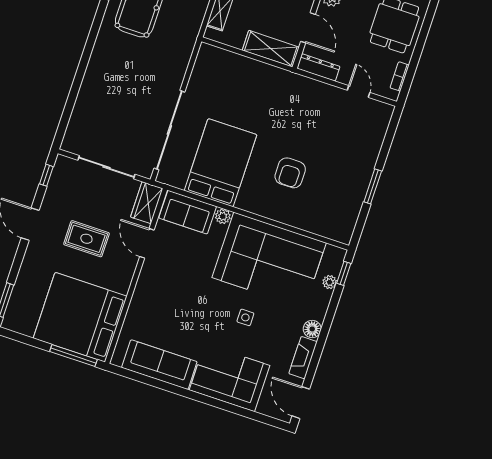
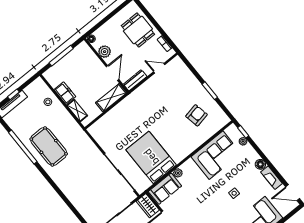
door: (308, 28) -> (113, 73), hinge flipped
armchair: (290, 173) -> (197, 115), moved, turned -101
corner sofa: (269, 260) -> (216, 155), width x0.73, depth x0.74

